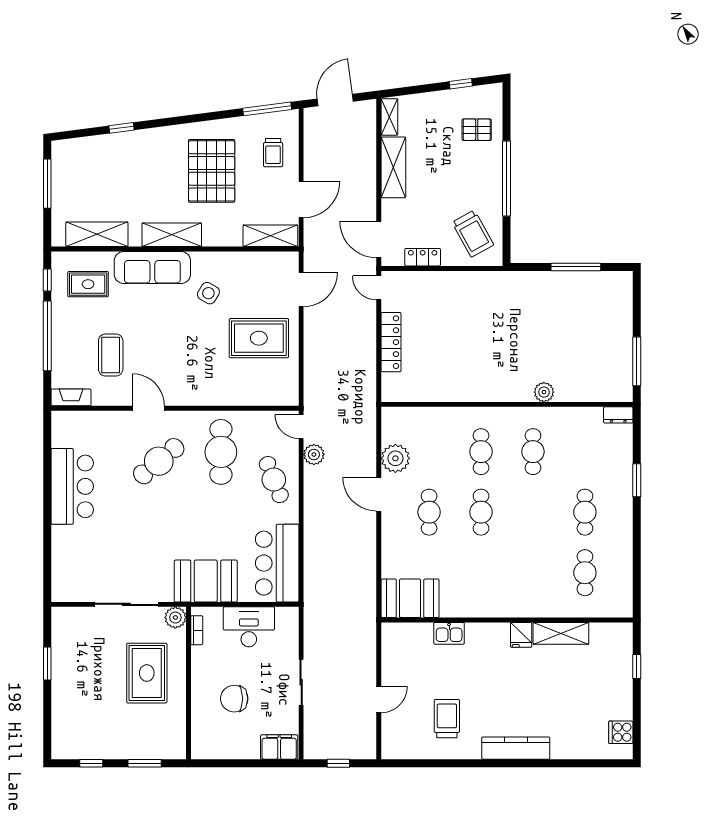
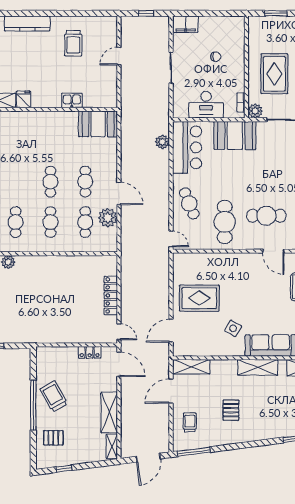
pallet: (212, 171) -> (231, 410), width x0.49, depth x0.50
trolley: (473, 234) -> (54, 396), moved
cafe table: (429, 452) -> (85, 222), added
plant: (314, 454) -> (162, 142), moved
cafe table: (159, 461) -> (266, 216), turned 40
chair: (234, 699) -> (216, 57), width x0.54, depth x0.54

